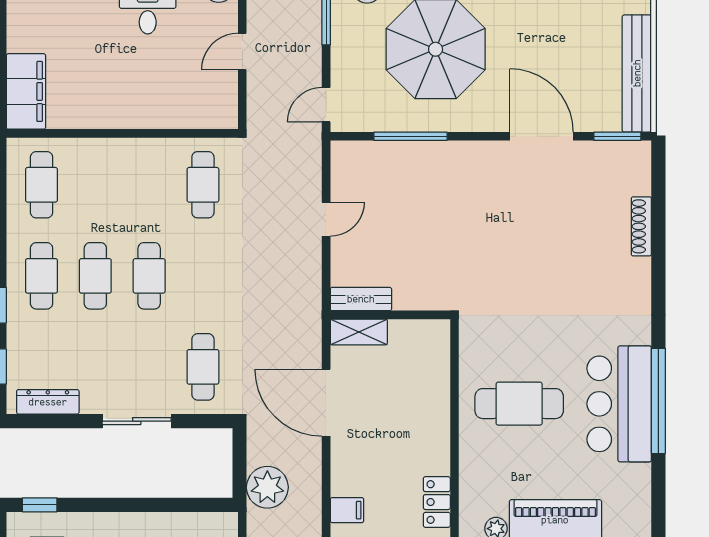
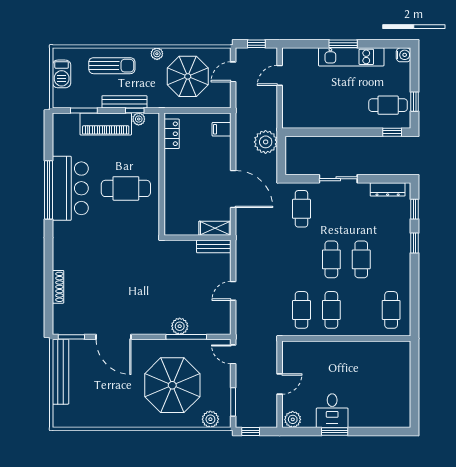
filing cabinet: (26, 91) -> (400, 362), removed
door: (326, 105) -> (233, 354), swing flipped
plant: (422, 155) -> (180, 326), added
cafe table: (42, 276) -> (331, 310), moved

